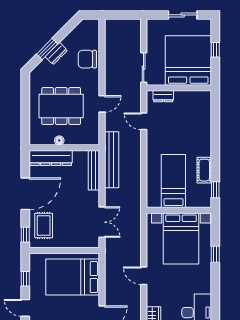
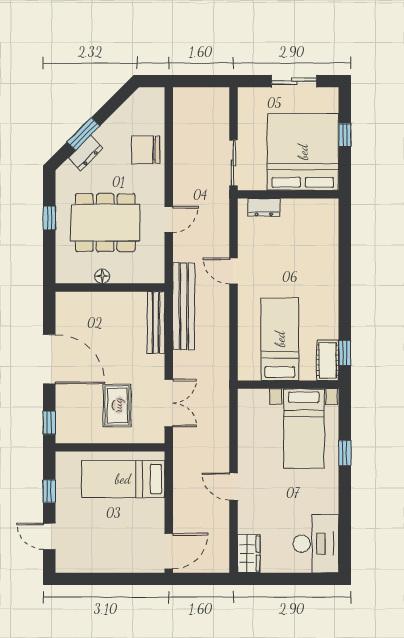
dresser: (56, 53) -> (86, 153), moved
window: (25, 103) -> (49, 218), added
door: (144, 121) -> (233, 271), moved
dresser: (51, 158) -> (89, 304), removed
cot: (204, 170) -> (328, 360), moved
door: (25, 194) -> (49, 359), hinge flipped
rug: (44, 226) -> (117, 405), moved
bed with nightstands: (181, 238) -> (304, 428), width x0.73
bed: (73, 277) -> (123, 479), width x0.67

